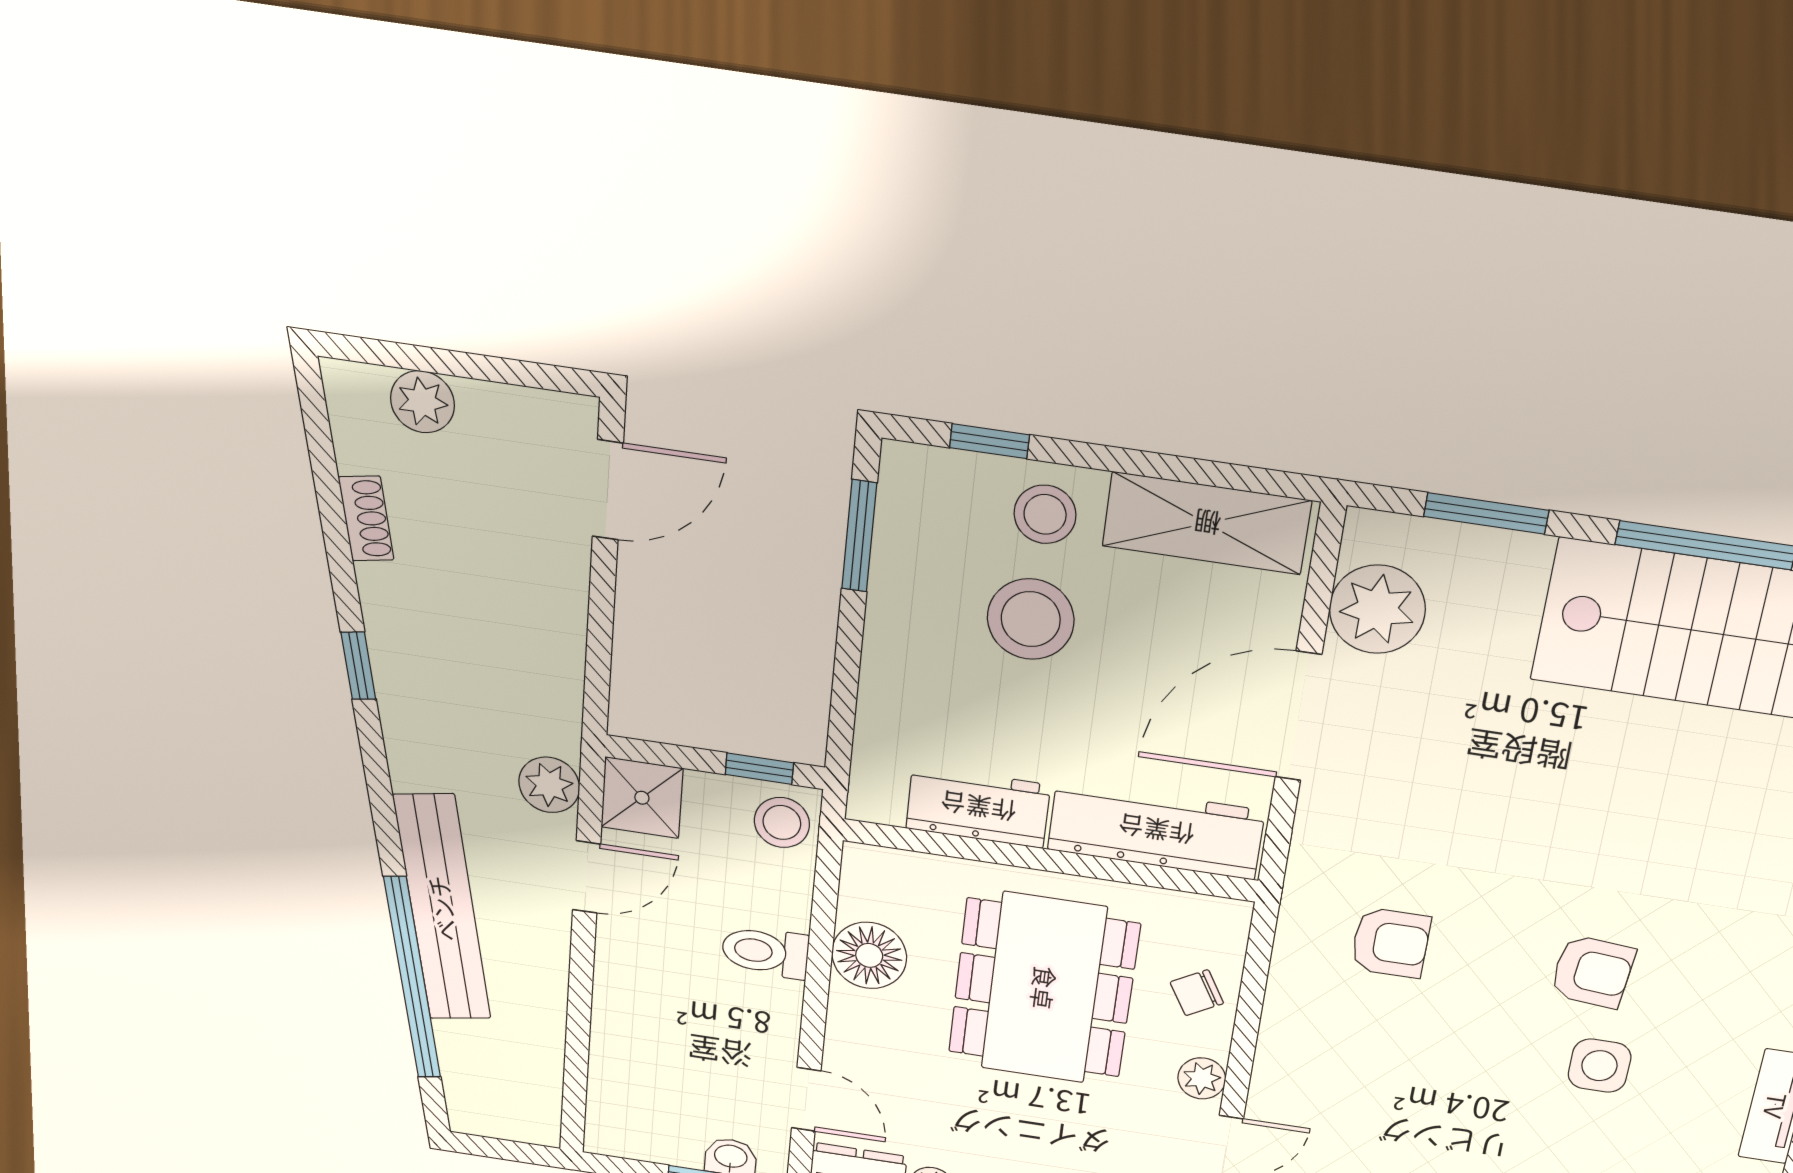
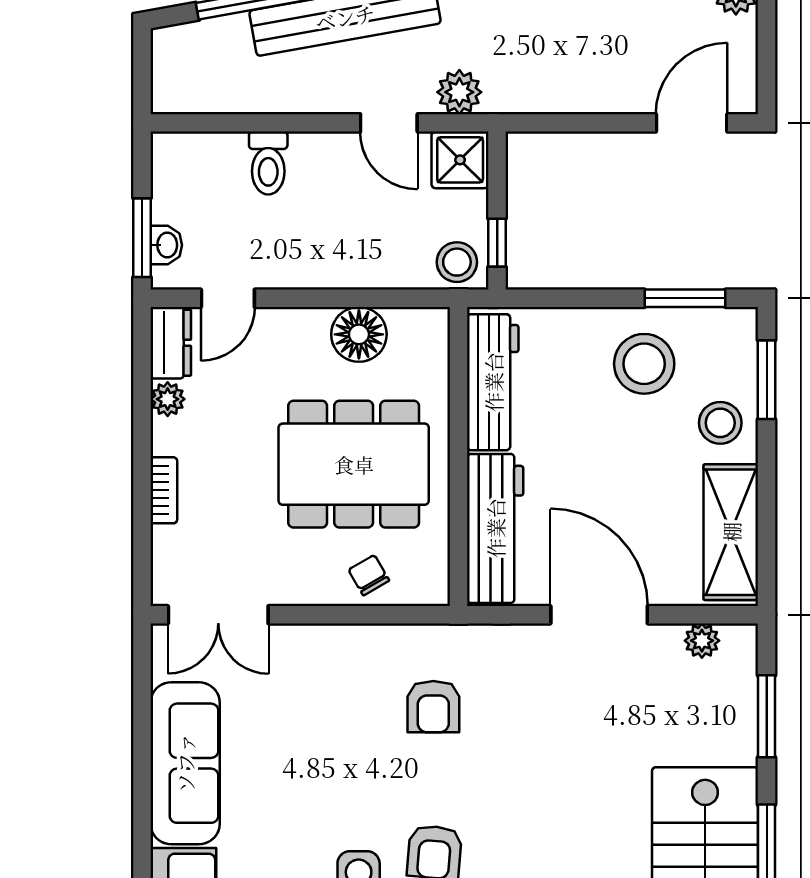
window: (990, 441) -> (767, 380), width x1.50
door: (608, 490) -> (692, 123), swing flipped
plant: (1377, 609) -> (702, 641), width x0.53, depth x0.53
stool: (1031, 619) -> (644, 364), moved
workbench: (978, 807) -> (493, 382), width x1.37
toilet: (765, 952) -> (268, 163), moved, turned 180
plant: (1202, 1078) -> (298, 589), removed

